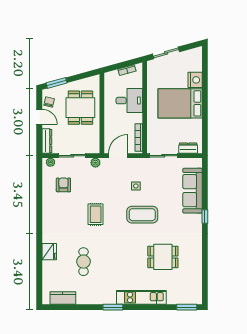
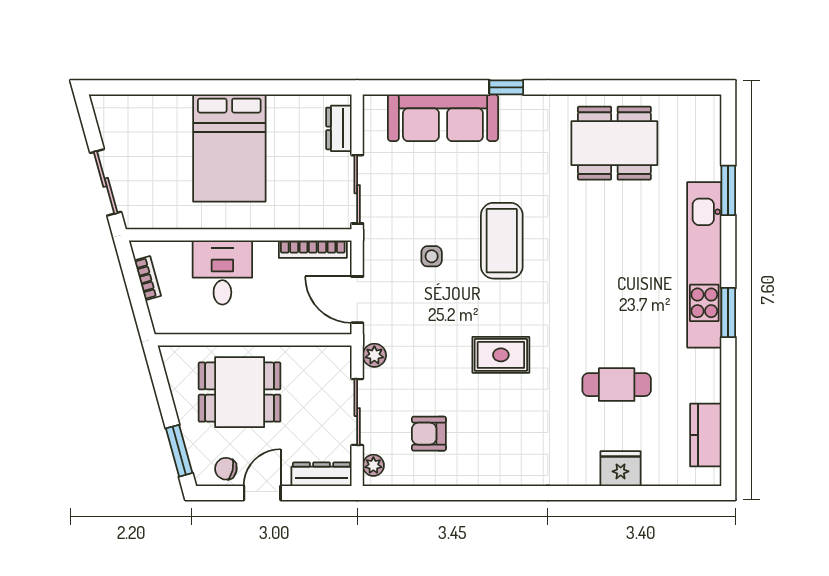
nightstand: (195, 80) -> (172, 111), removed
fridge: (49, 252) -> (621, 469), moved
dining table: (163, 257) -> (614, 143), moved, width x1.38
kitchen unit: (141, 297) -> (704, 265), width x1.36
window: (187, 307) -> (728, 190), moved

